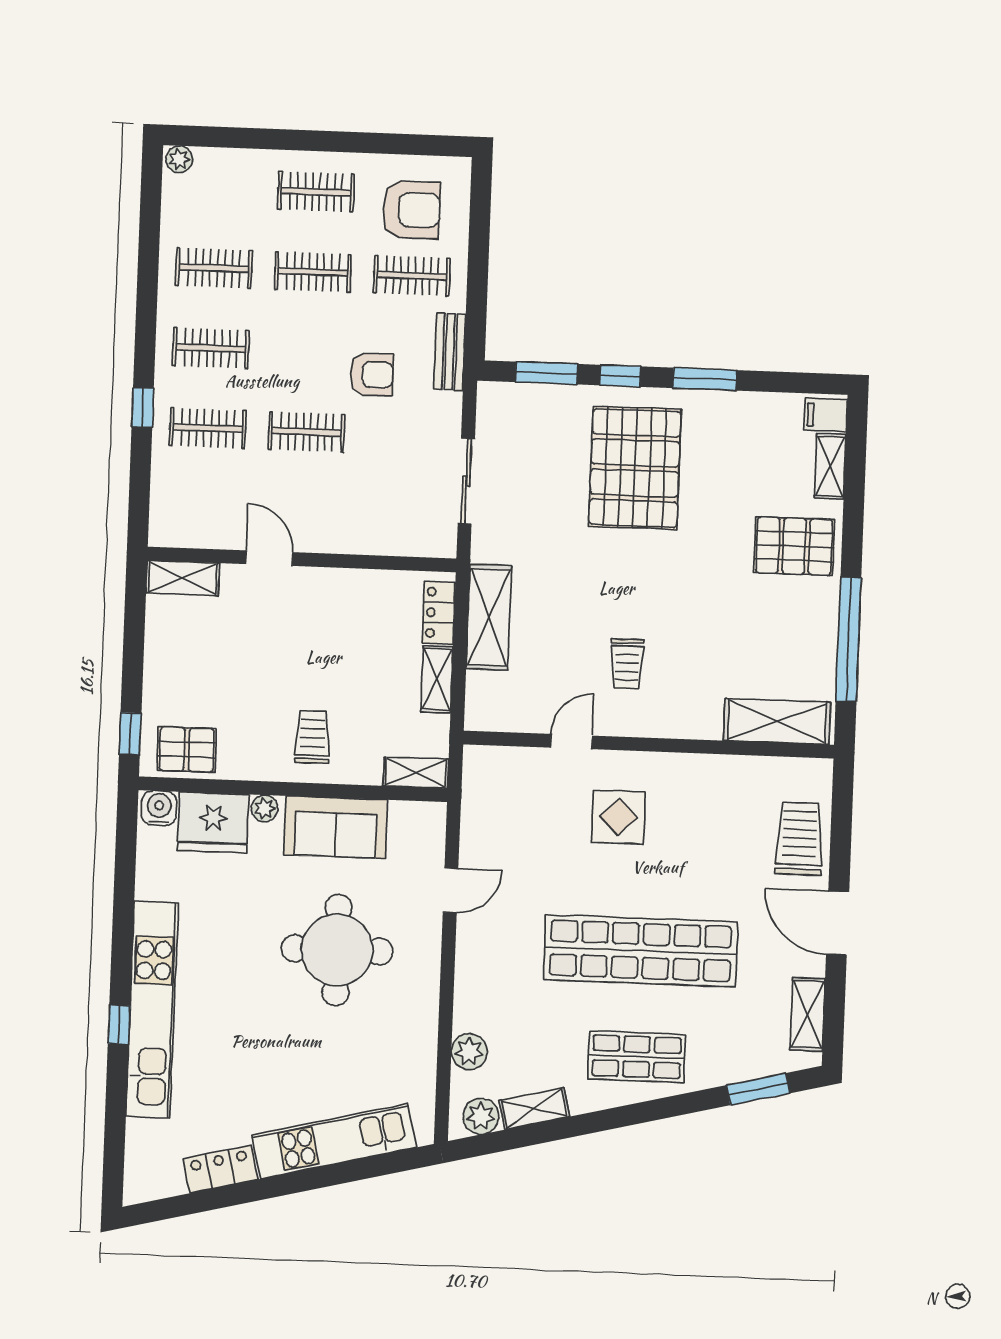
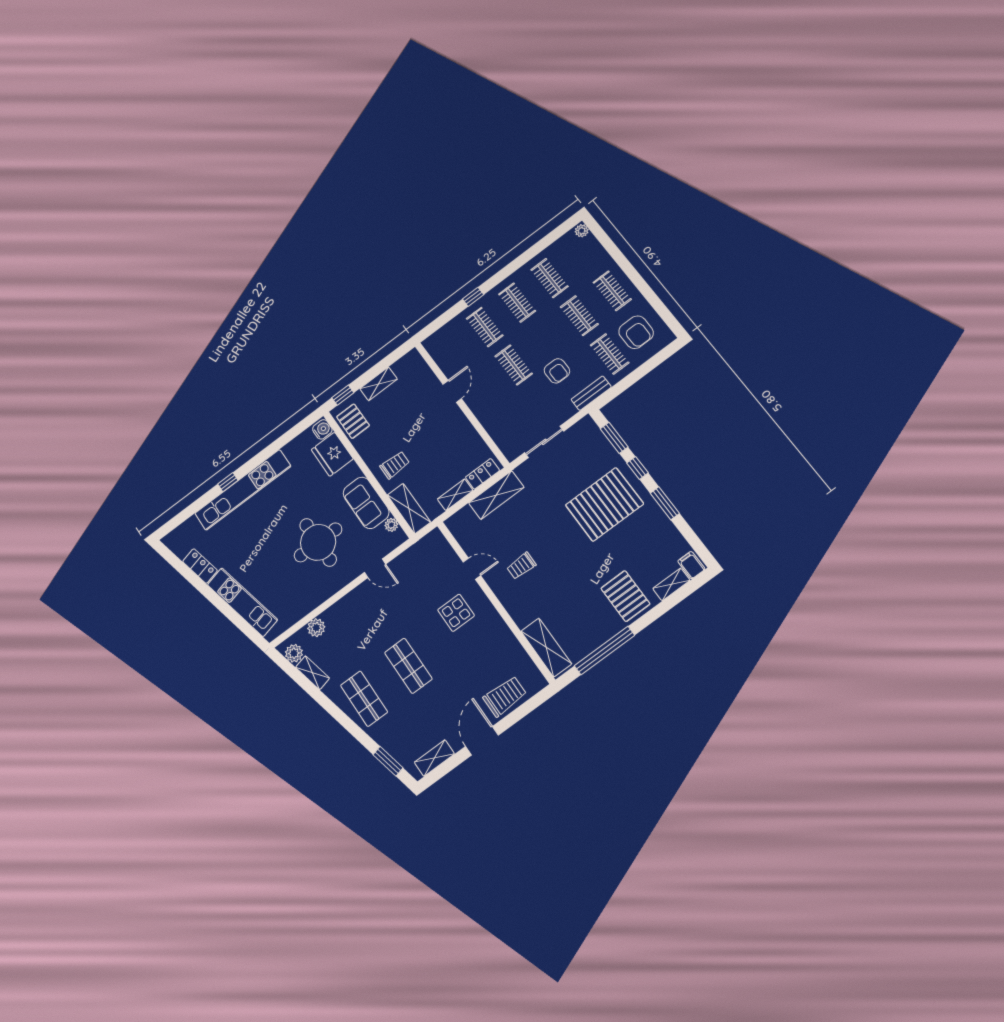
shelving: (183, 578) -> (379, 384), moved, turned 90
shelving: (416, 773) -> (409, 509), width x1.50, depth x1.33
plant: (265, 808) -> (391, 525), moved
shop shelf: (641, 951) -> (408, 666), width x0.50, depth x0.74

